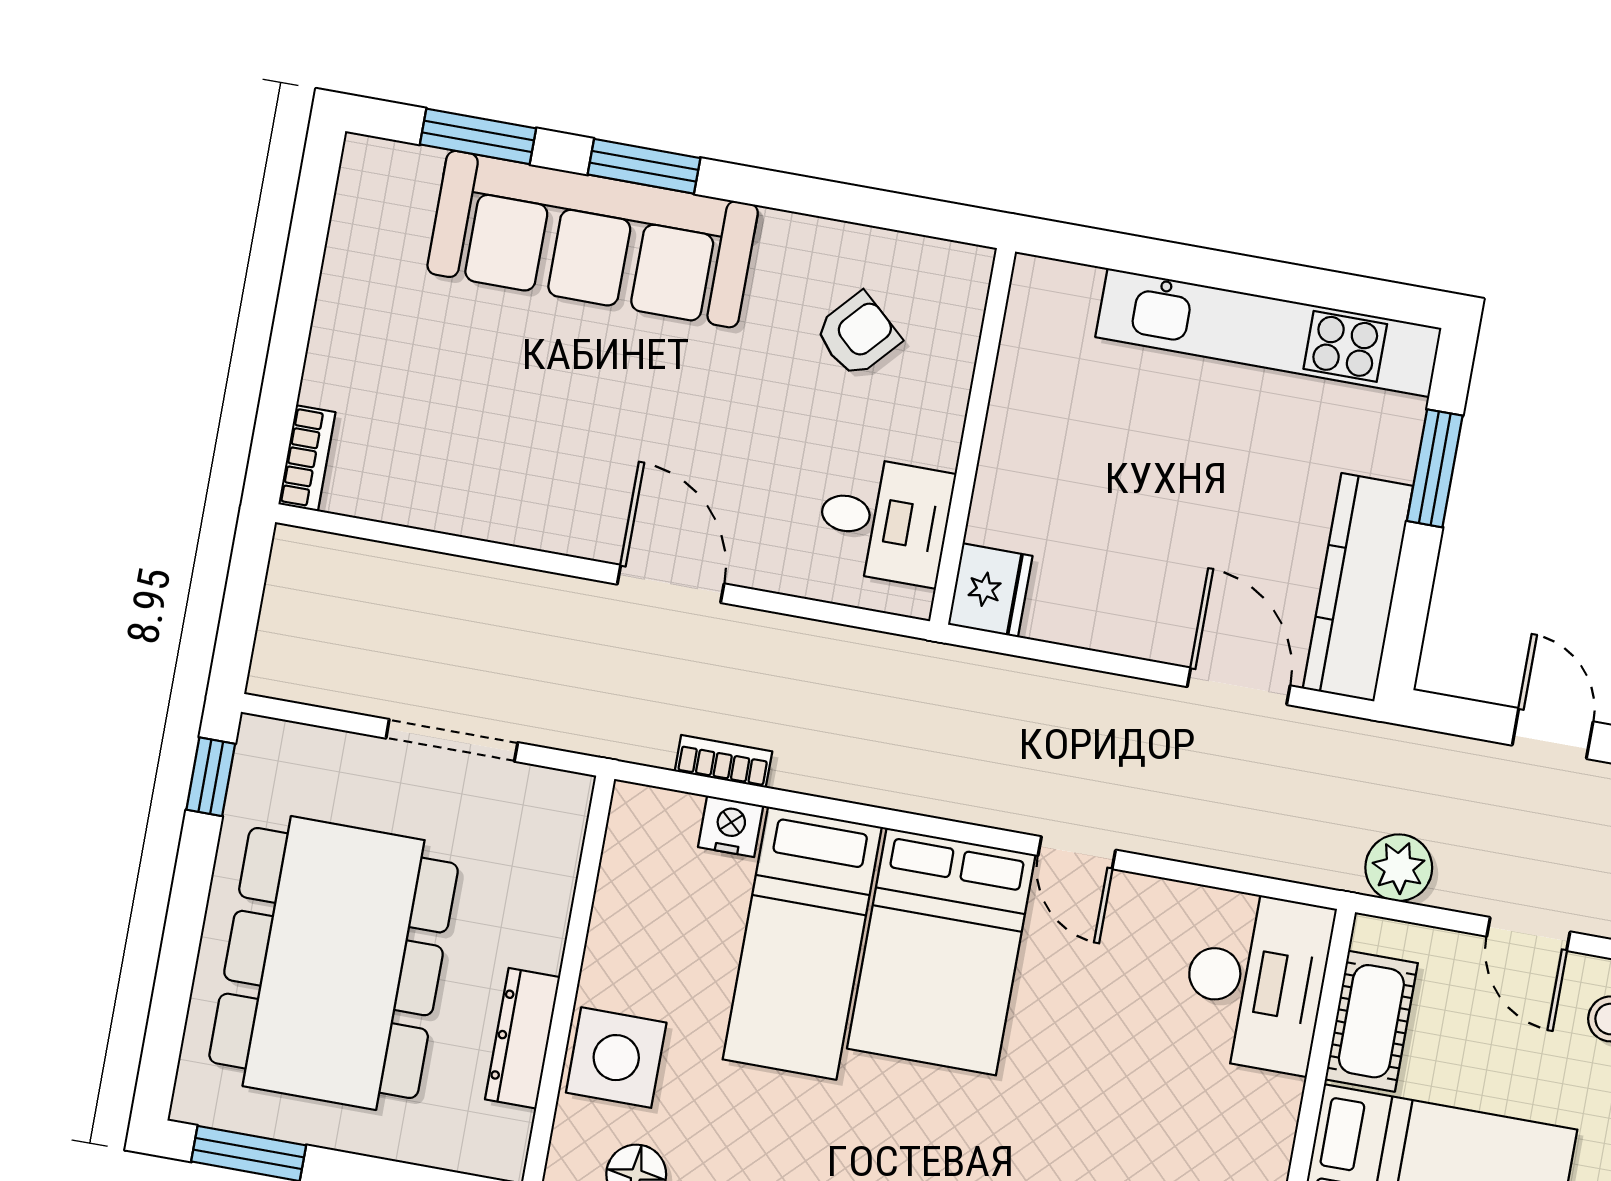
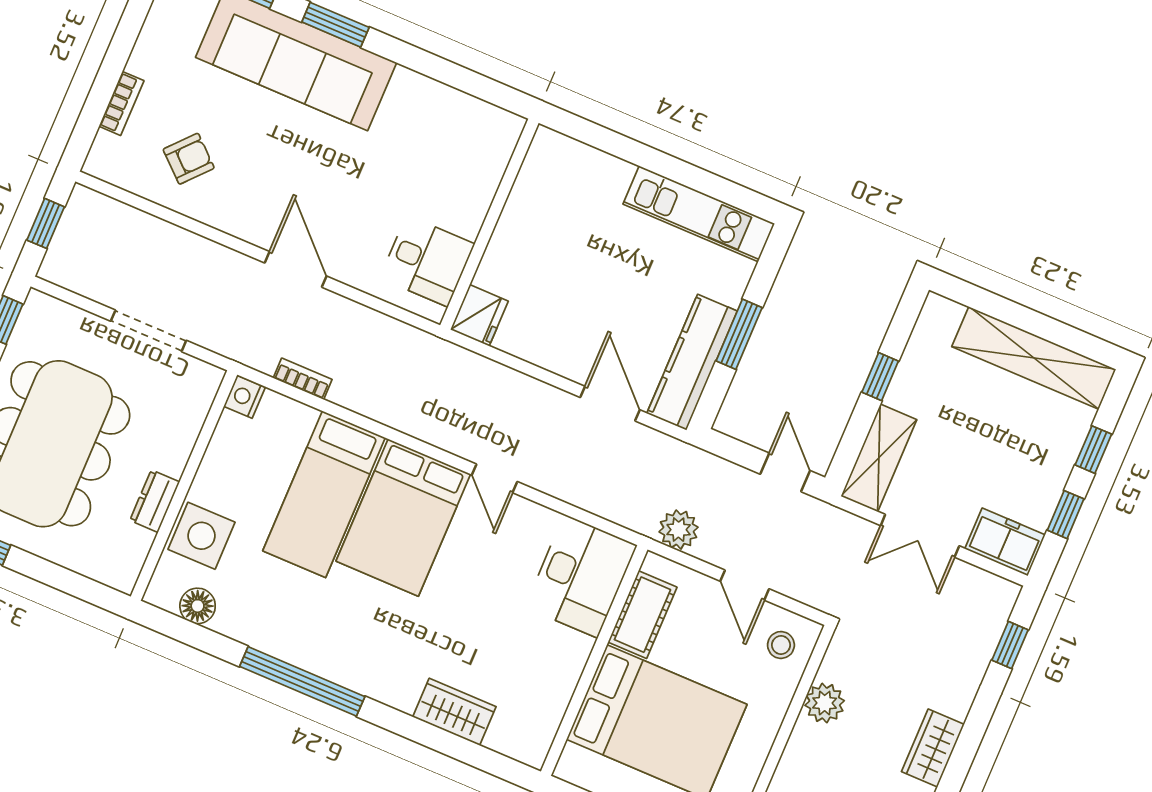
kitchen unit: (1268, 333) -> (699, 214), width x0.73
armchair: (858, 335) -> (189, 159), moved
bookcase: (307, 458) -> (121, 103), moved
window: (1435, 468) -> (739, 334), moved
window: (242, 602) -> (46, 223), added
nightstand: (731, 826) -> (245, 397), moved, turned -90
dresser: (523, 1038) -> (155, 501), width x0.70

